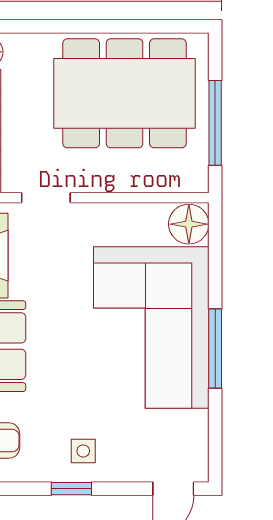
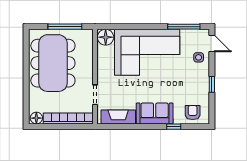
window: (215, 348) -> (184, 27), moved
side table: (83, 451) -> (199, 57), moved

